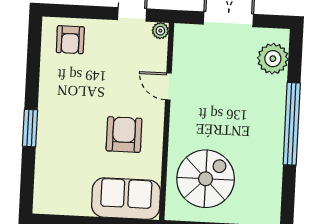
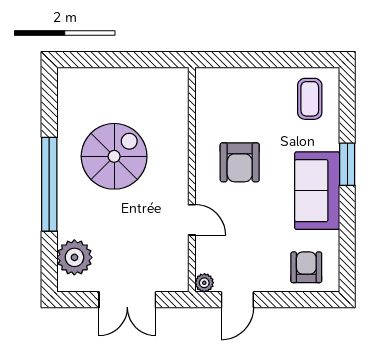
spiral stairs: (206, 179) -> (114, 156), moved, turned 180
coffee table: (60, 187) -> (310, 99), added
sofa: (126, 199) -> (317, 191), moved, turned 90

